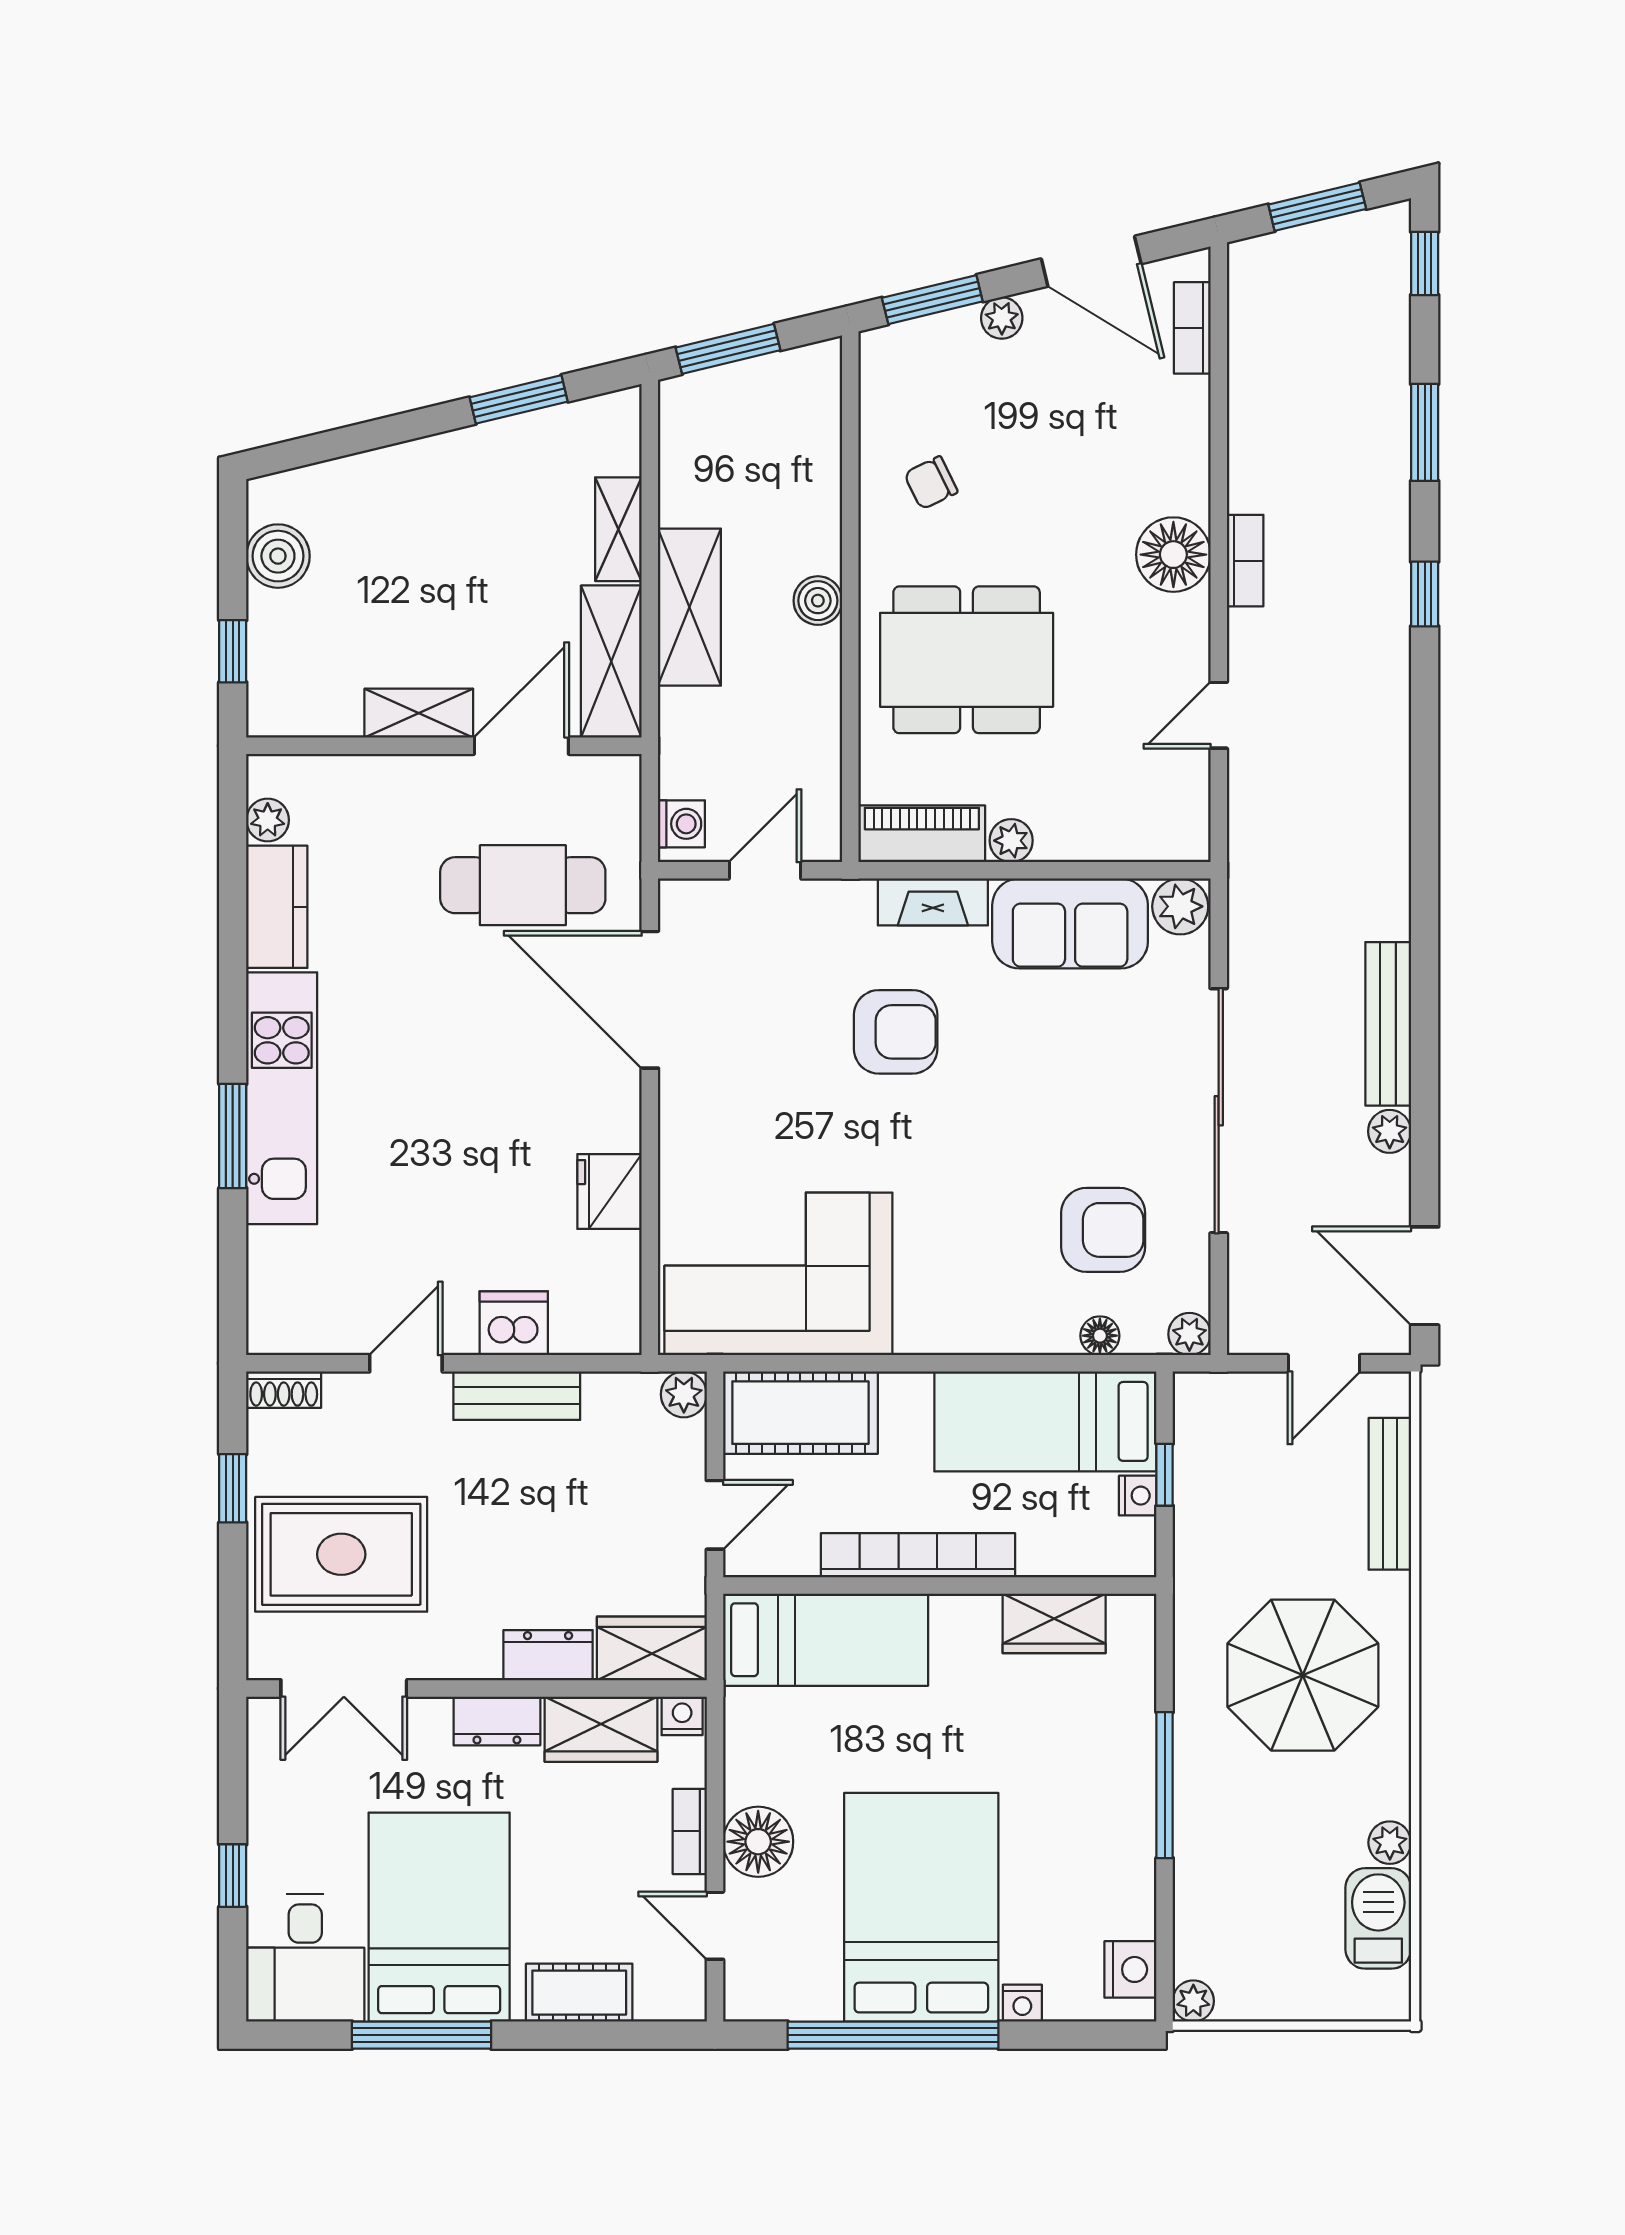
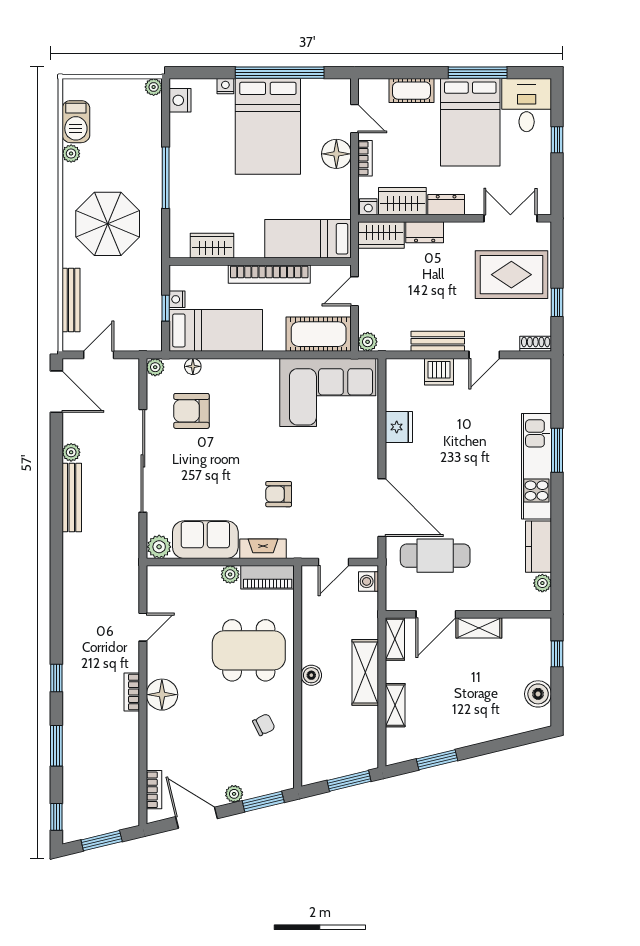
shelving: (611, 661) -> (395, 639), width x0.67, depth x0.75
armchair: (896, 1032) -> (279, 494), width x0.72, depth x0.72

